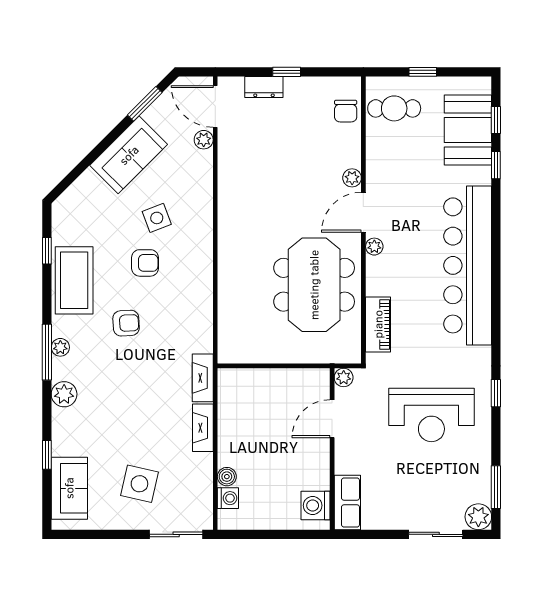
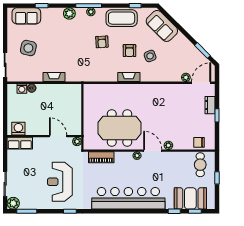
sofa: (129, 155) -> (162, 26), moved
fireplace: (203, 378) -> (129, 77), moved

